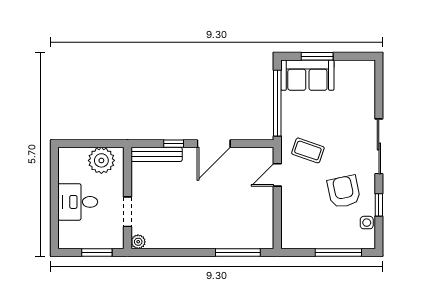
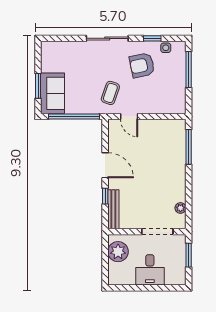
doorway: (127, 212) -> (157, 232), width x1.38
plant: (138, 242) -> (180, 208), moved

